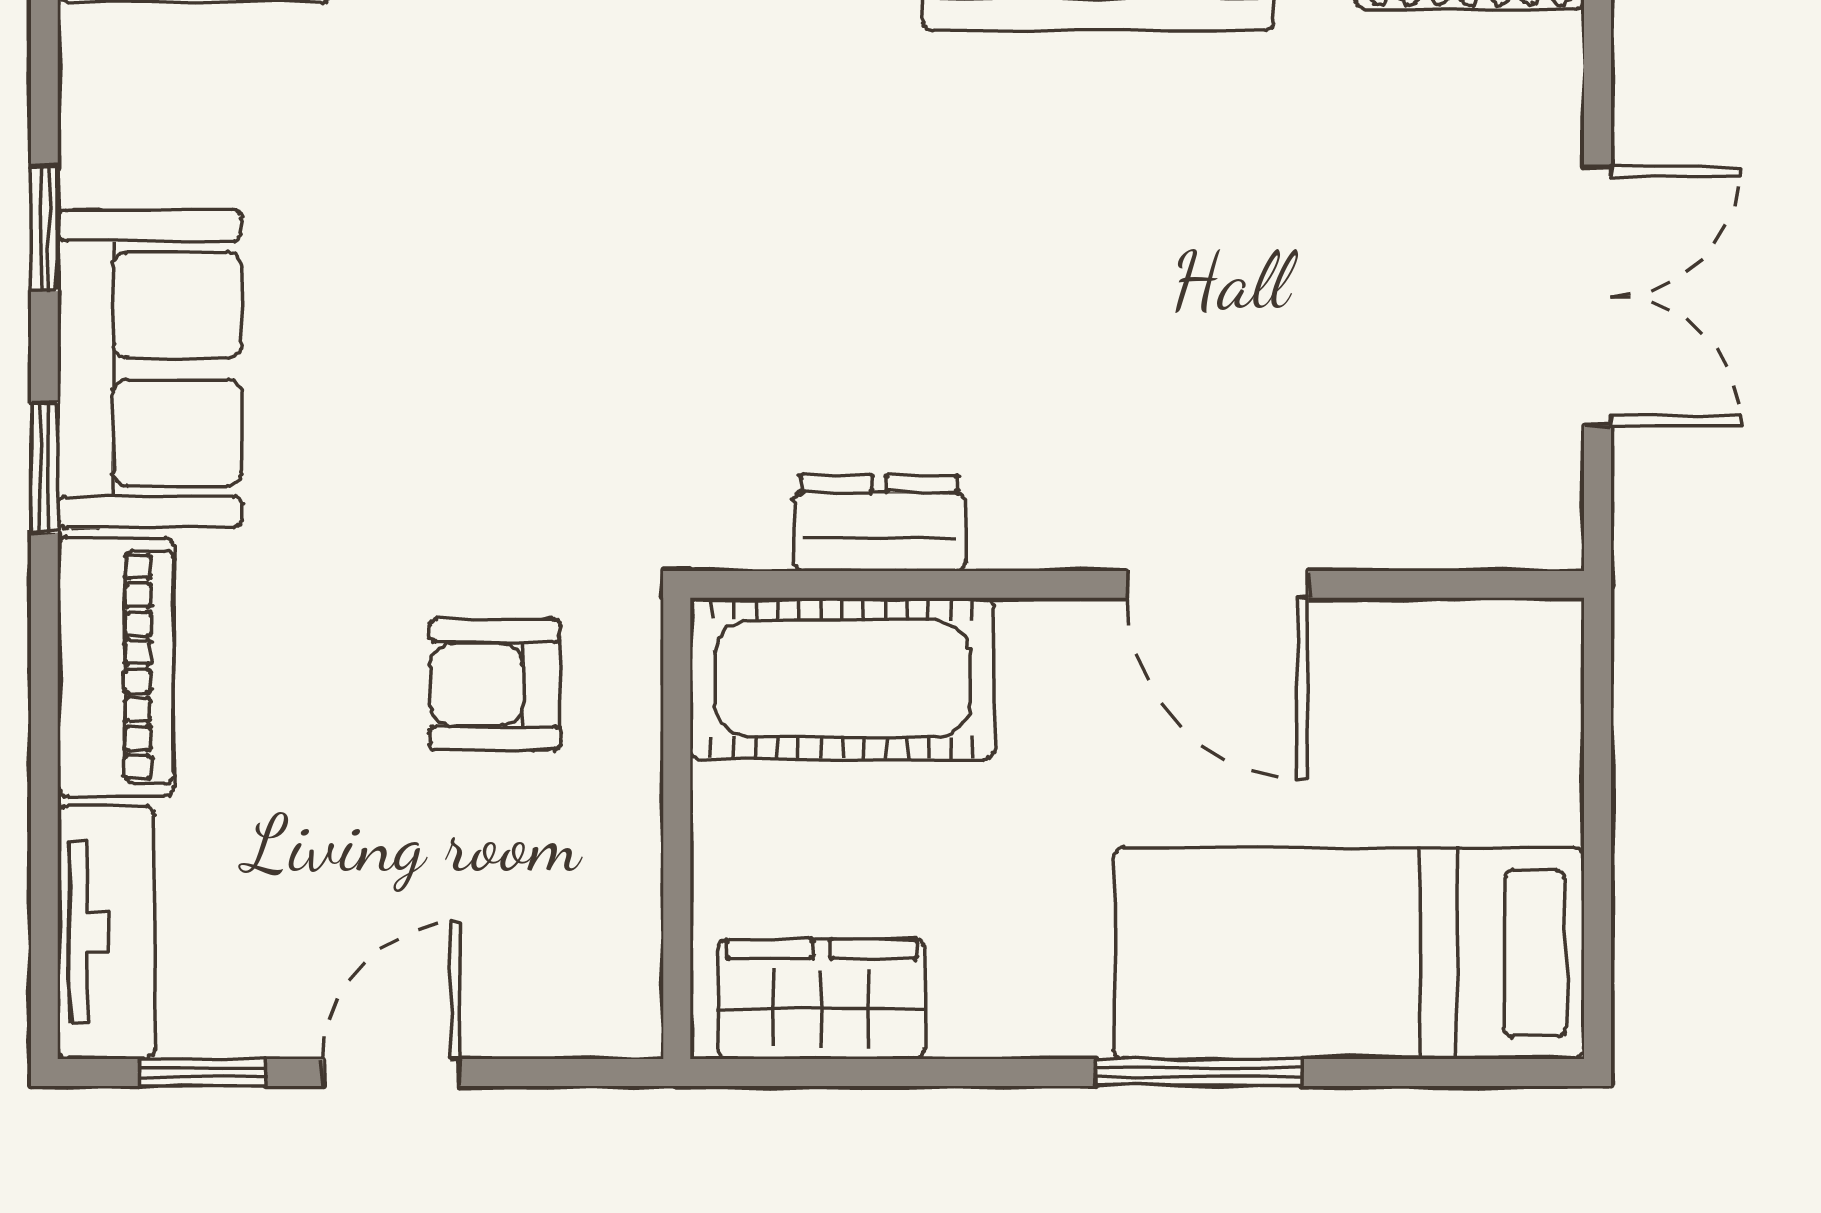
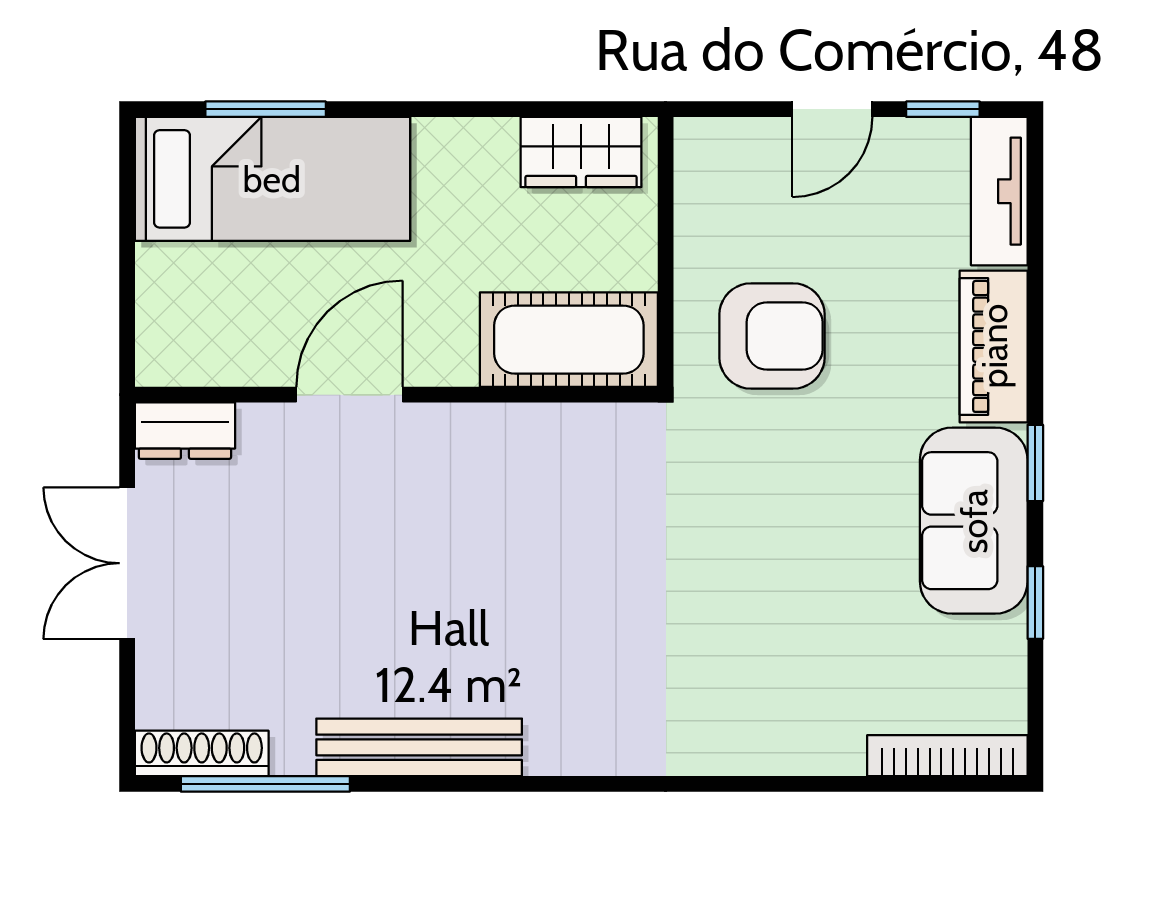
dresser: (879, 523) -> (185, 431), moved
door: (1217, 584) -> (349, 395), hinge flipped
armchair: (495, 685) -> (772, 336), width x1.38, depth x1.38
window: (1199, 1073) -> (266, 109), moved

